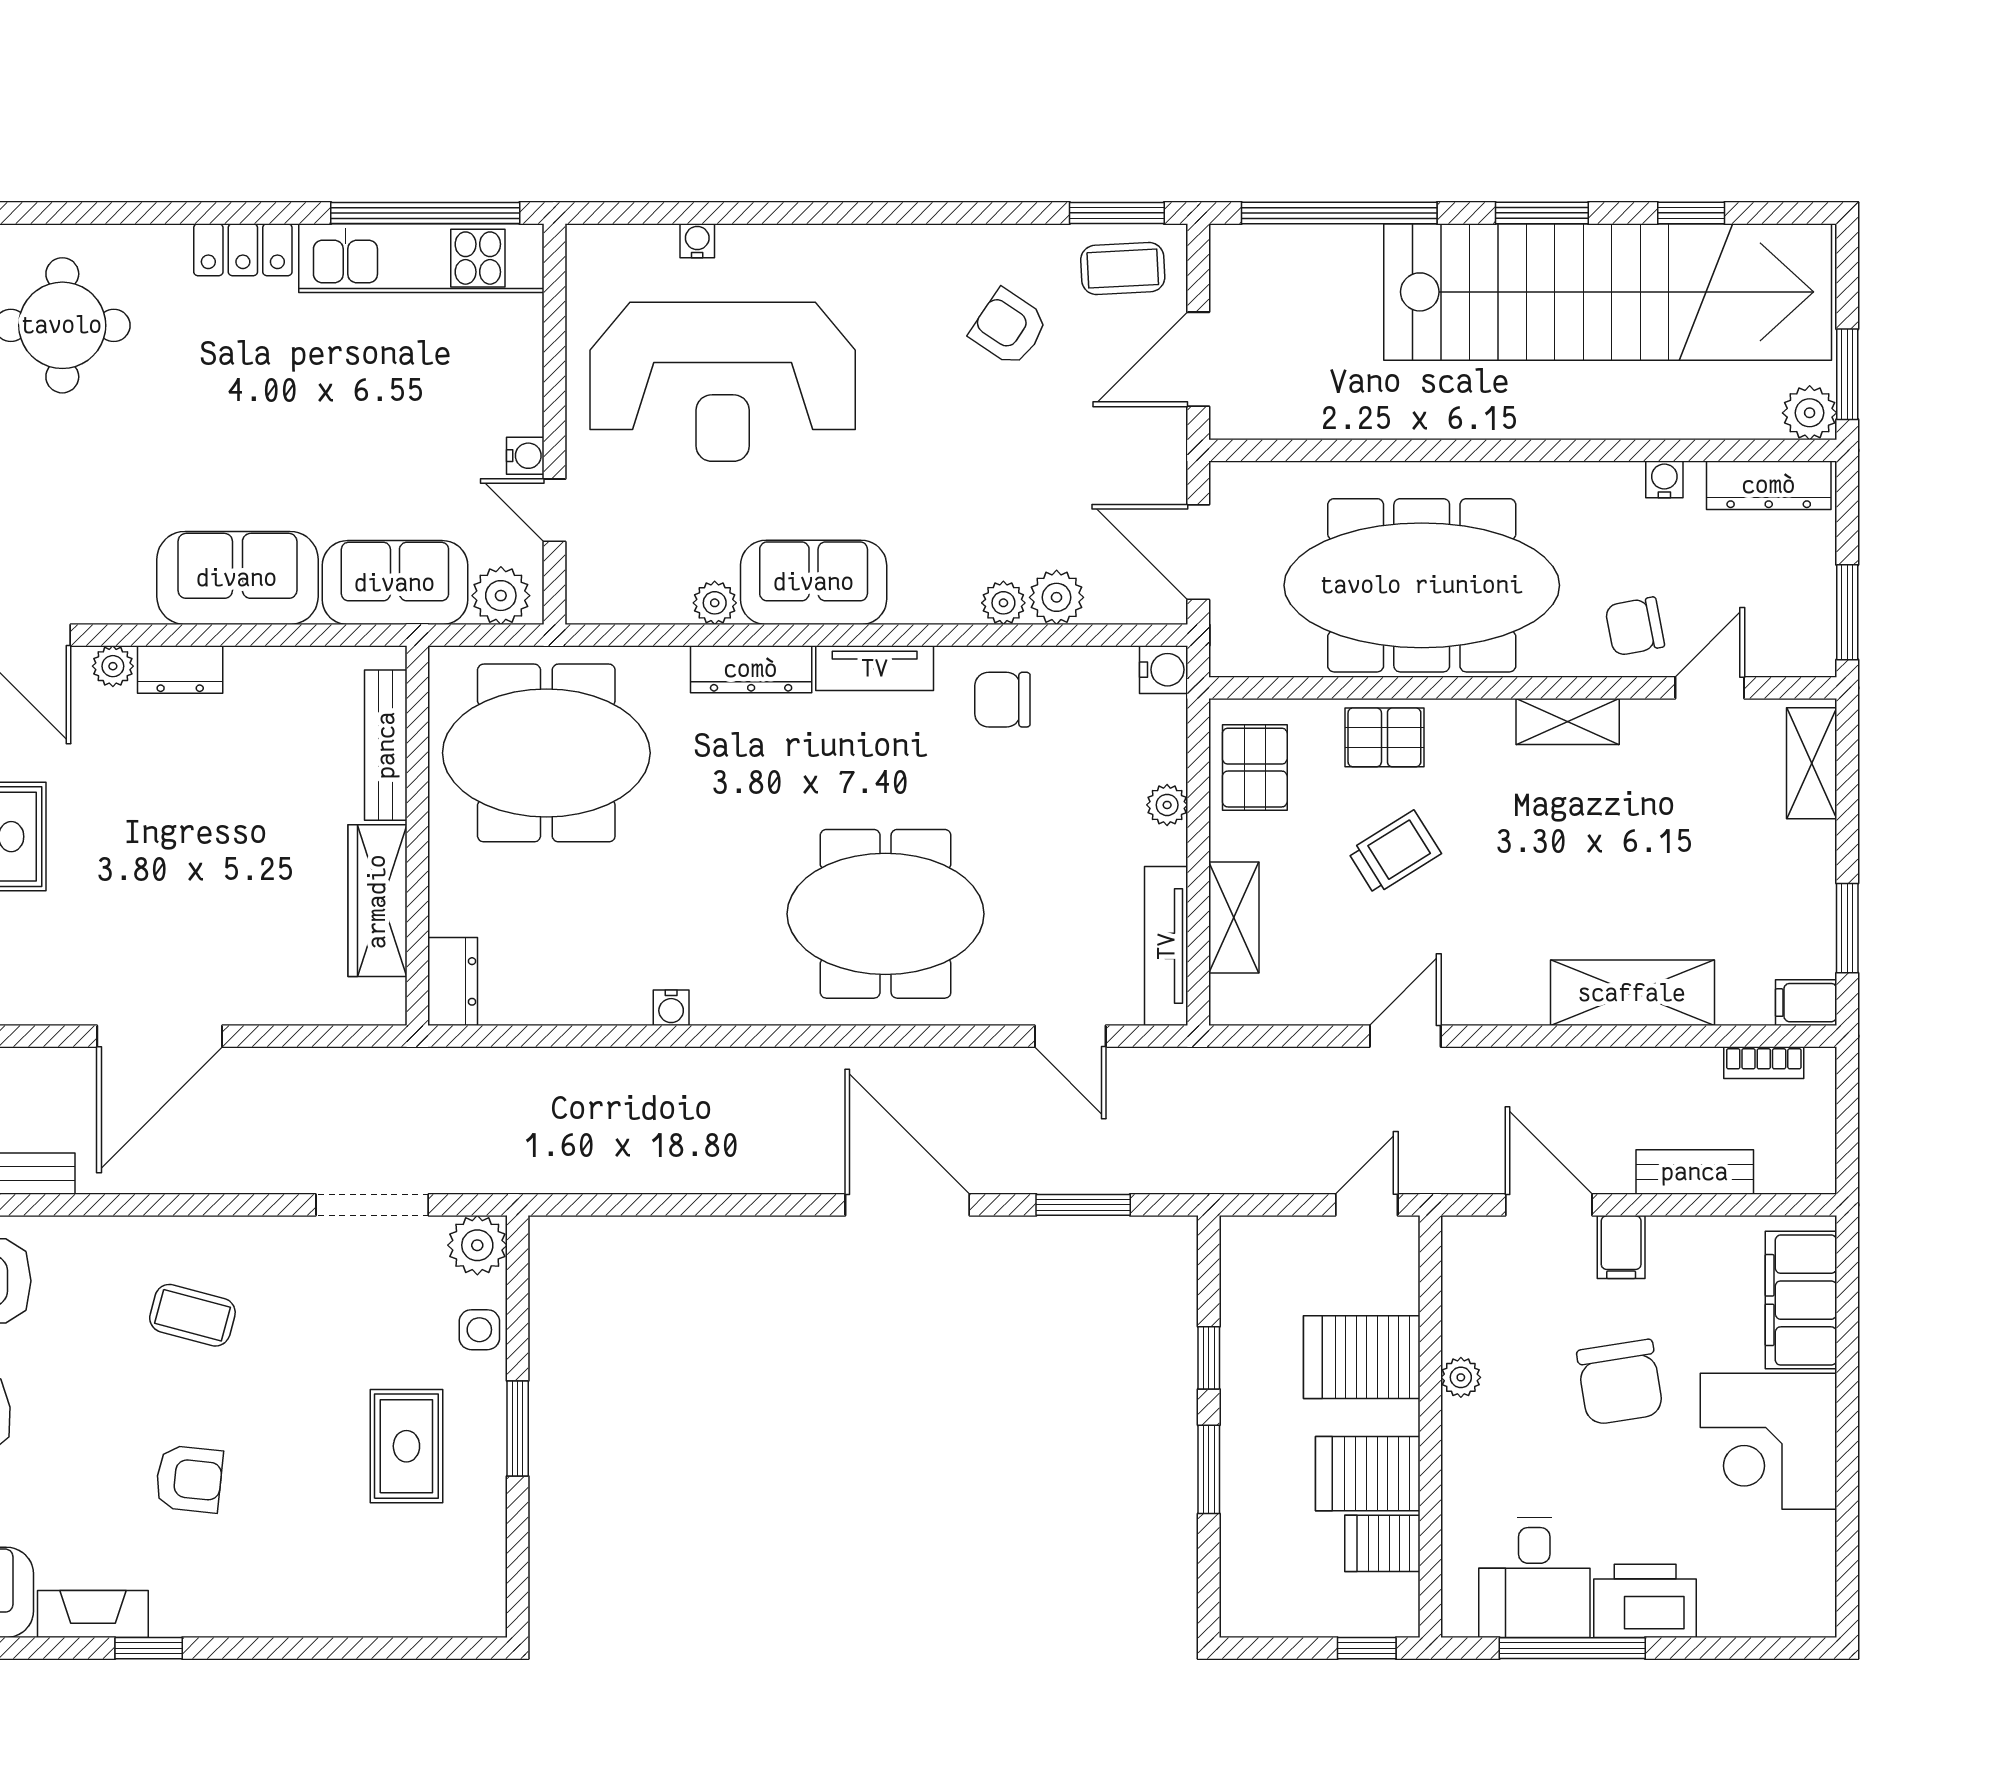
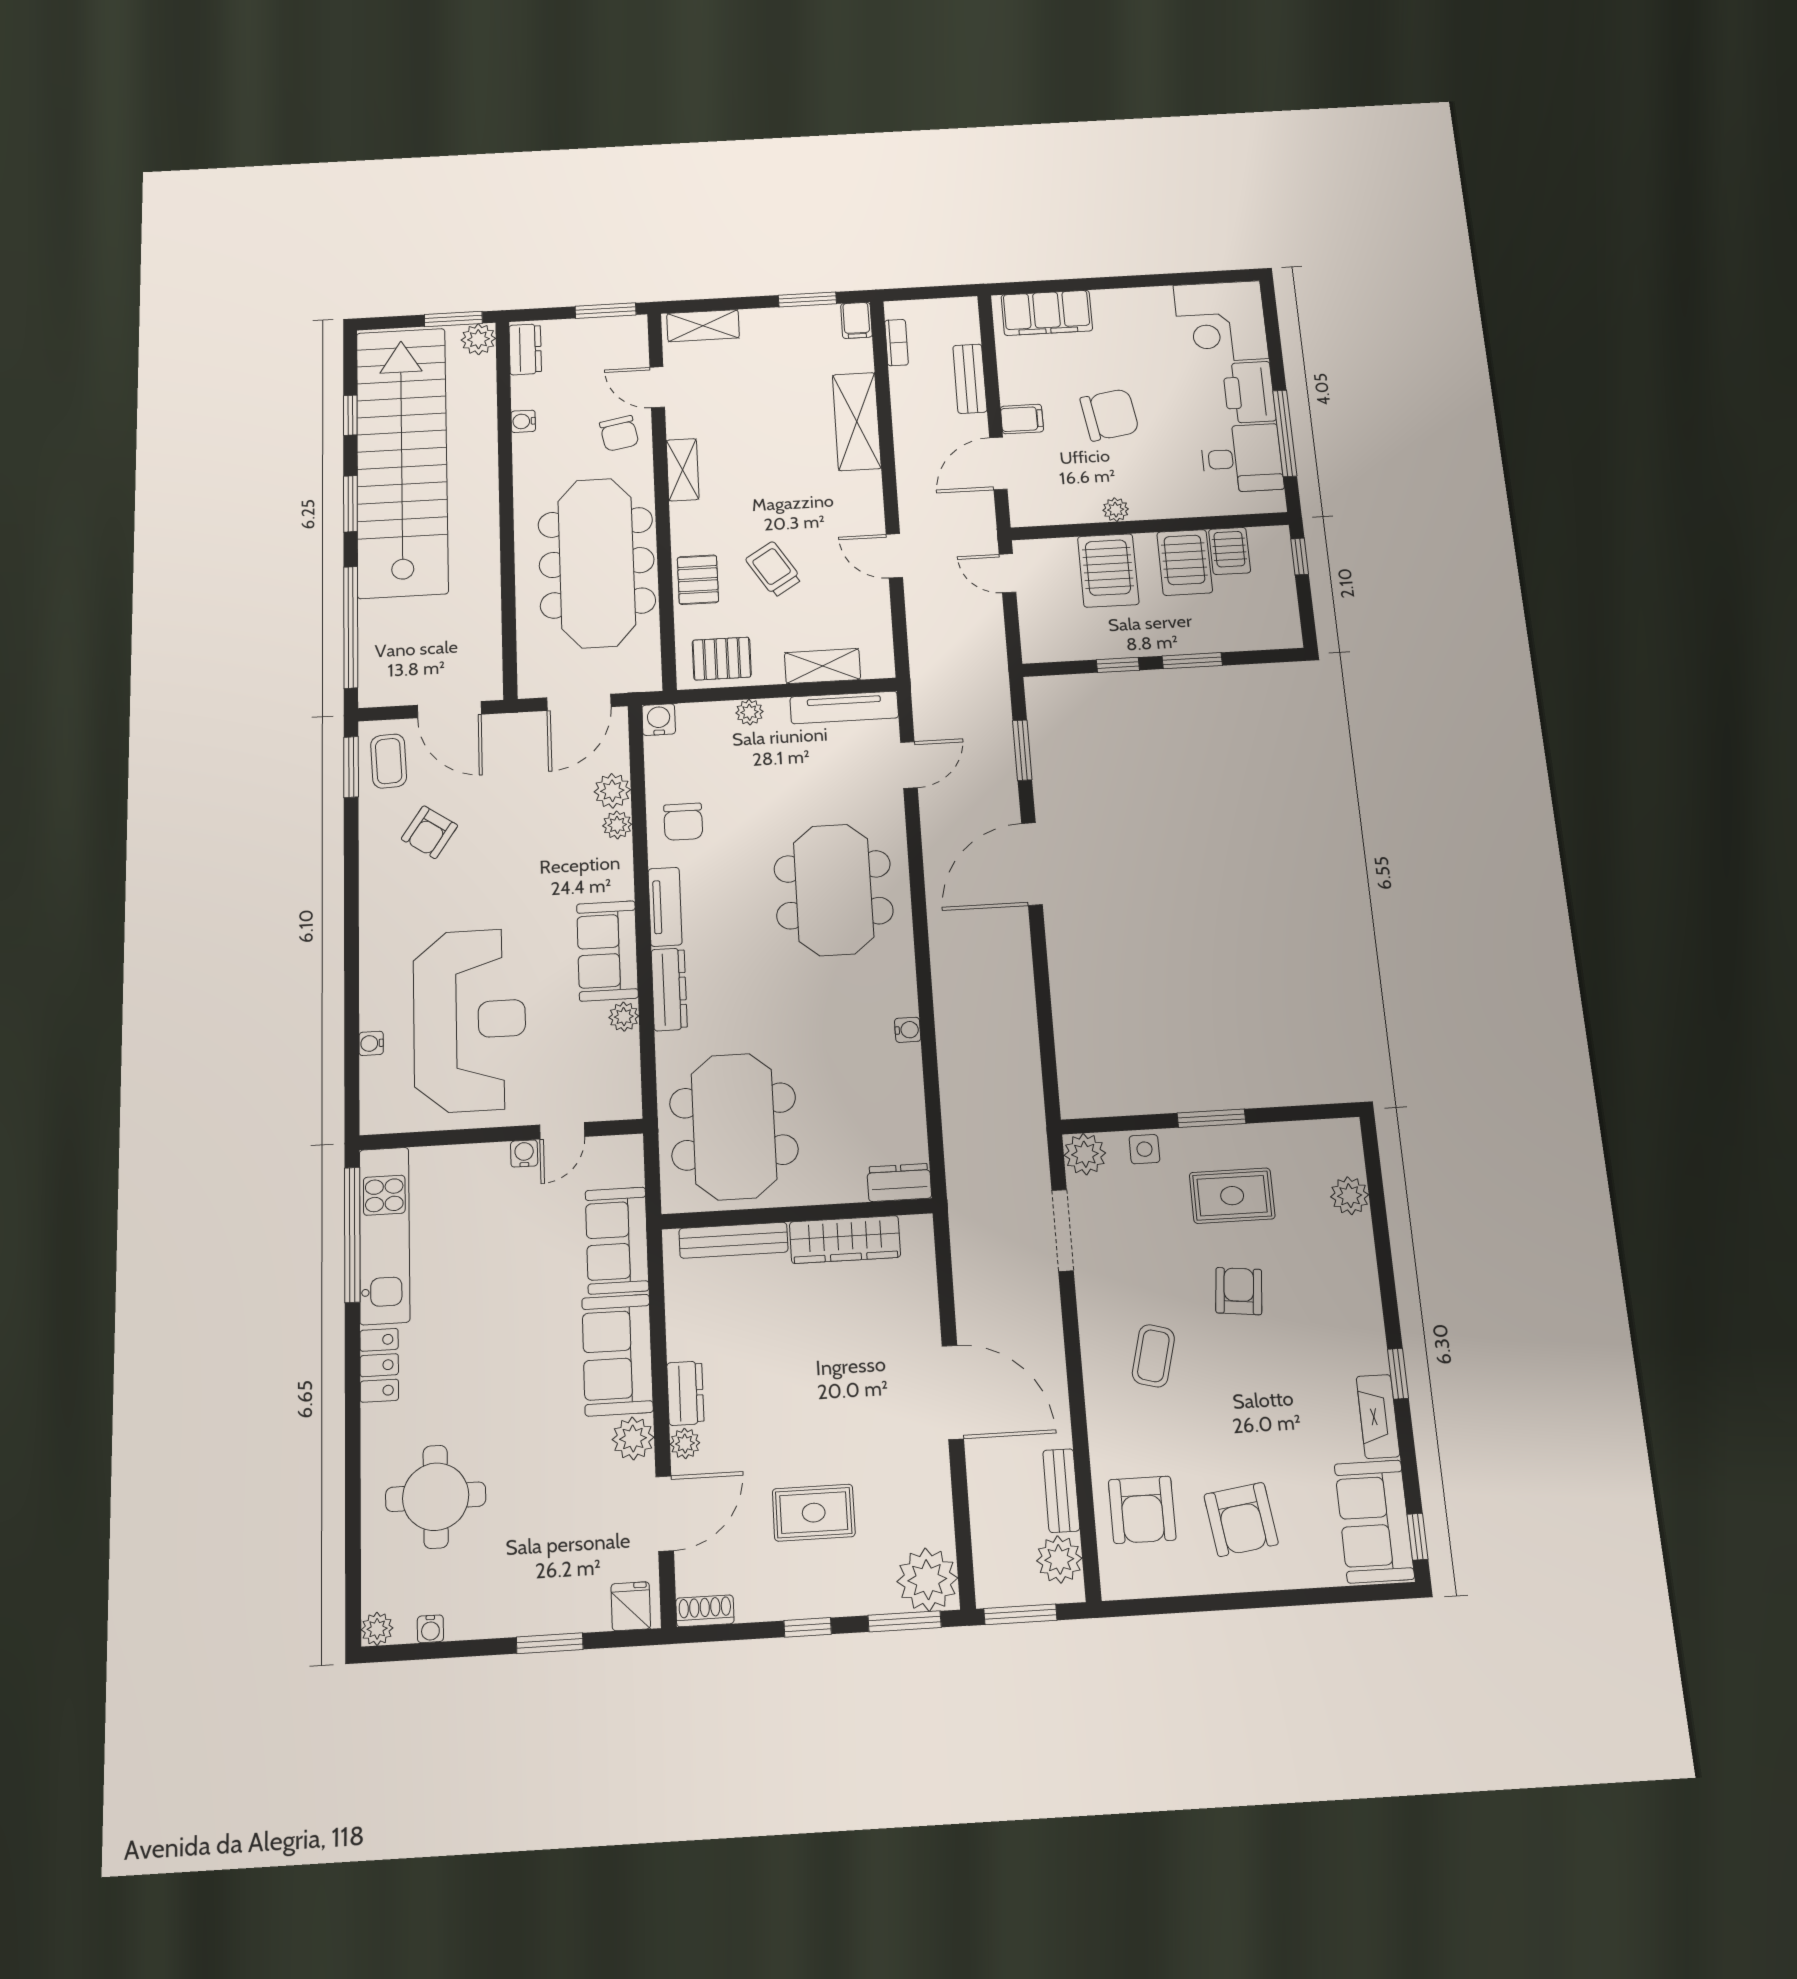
dresser: (1769, 485) -> (525, 349), width x0.70
plant: (501, 596) -> (633, 1438), moved
corner desk: (1769, 1441) -> (1221, 322), moved, turned 90
armchair: (189, 1479) -> (1239, 1291), moved
plant: (397, 1611) -> (1350, 1196), added

